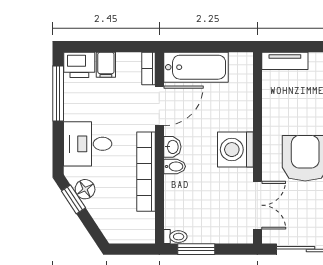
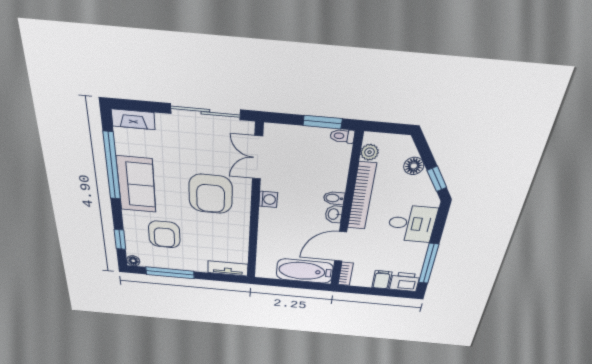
washing machine: (235, 150) -> (268, 199), width x0.53, depth x0.53
floor lamp: (85, 189) -> (414, 166), moved
plant: (146, 222) -> (370, 152), added

